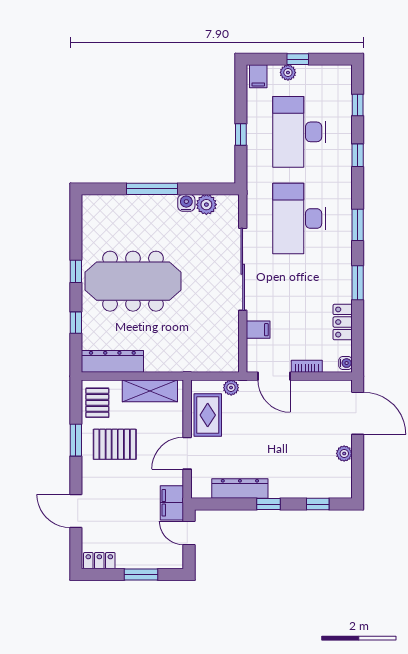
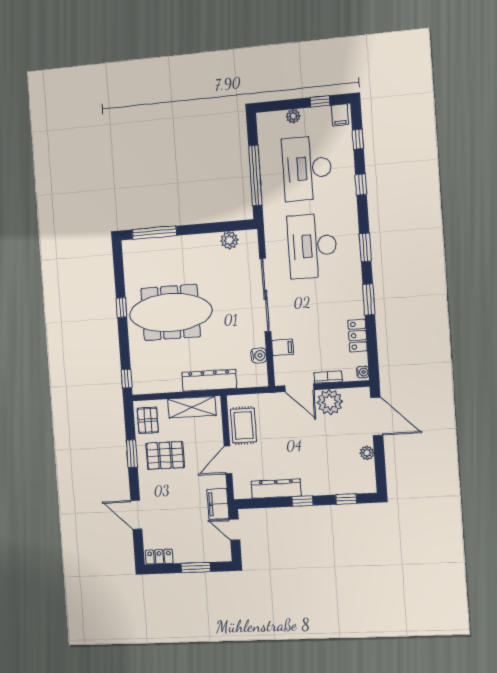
window: (298, 59) -> (320, 101), moved
filing cabinet: (258, 76) -> (340, 115), moved
window: (241, 135) -> (255, 175), width x3.17
window: (152, 189) -> (154, 233), moved
water cooler: (186, 203) -> (259, 356), moved, turned 90
window: (76, 323) -> (127, 379), moved
dresser: (112, 361) -> (209, 380), moved
plant: (231, 388) -> (330, 402), moved, width x1.88, depth x1.88

